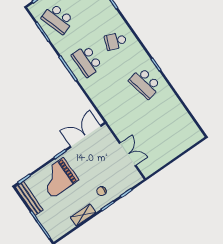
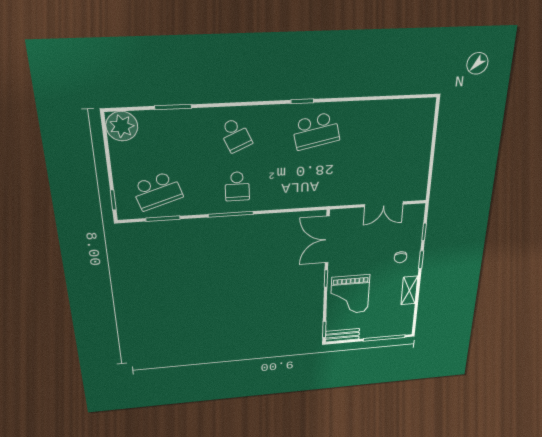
school desk: (116, 41) -> (235, 135), turned -45
school desk: (87, 61) -> (237, 186), width x0.54
double door: (128, 154) -> (384, 204), swing flipped
bench: (29, 198) -> (342, 335), width x0.73

